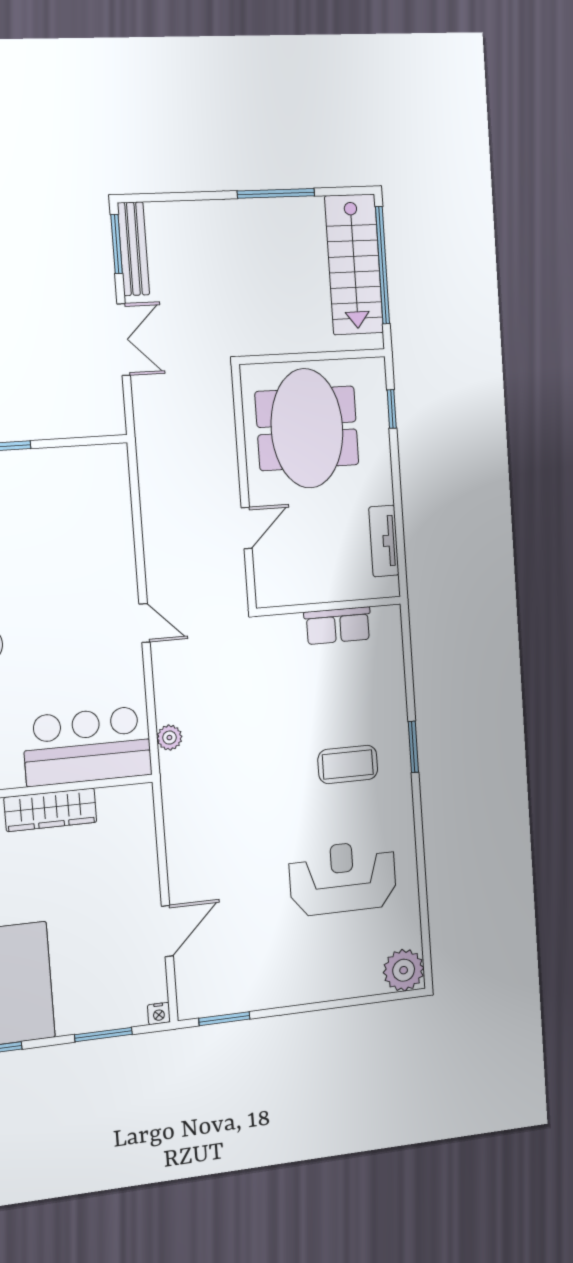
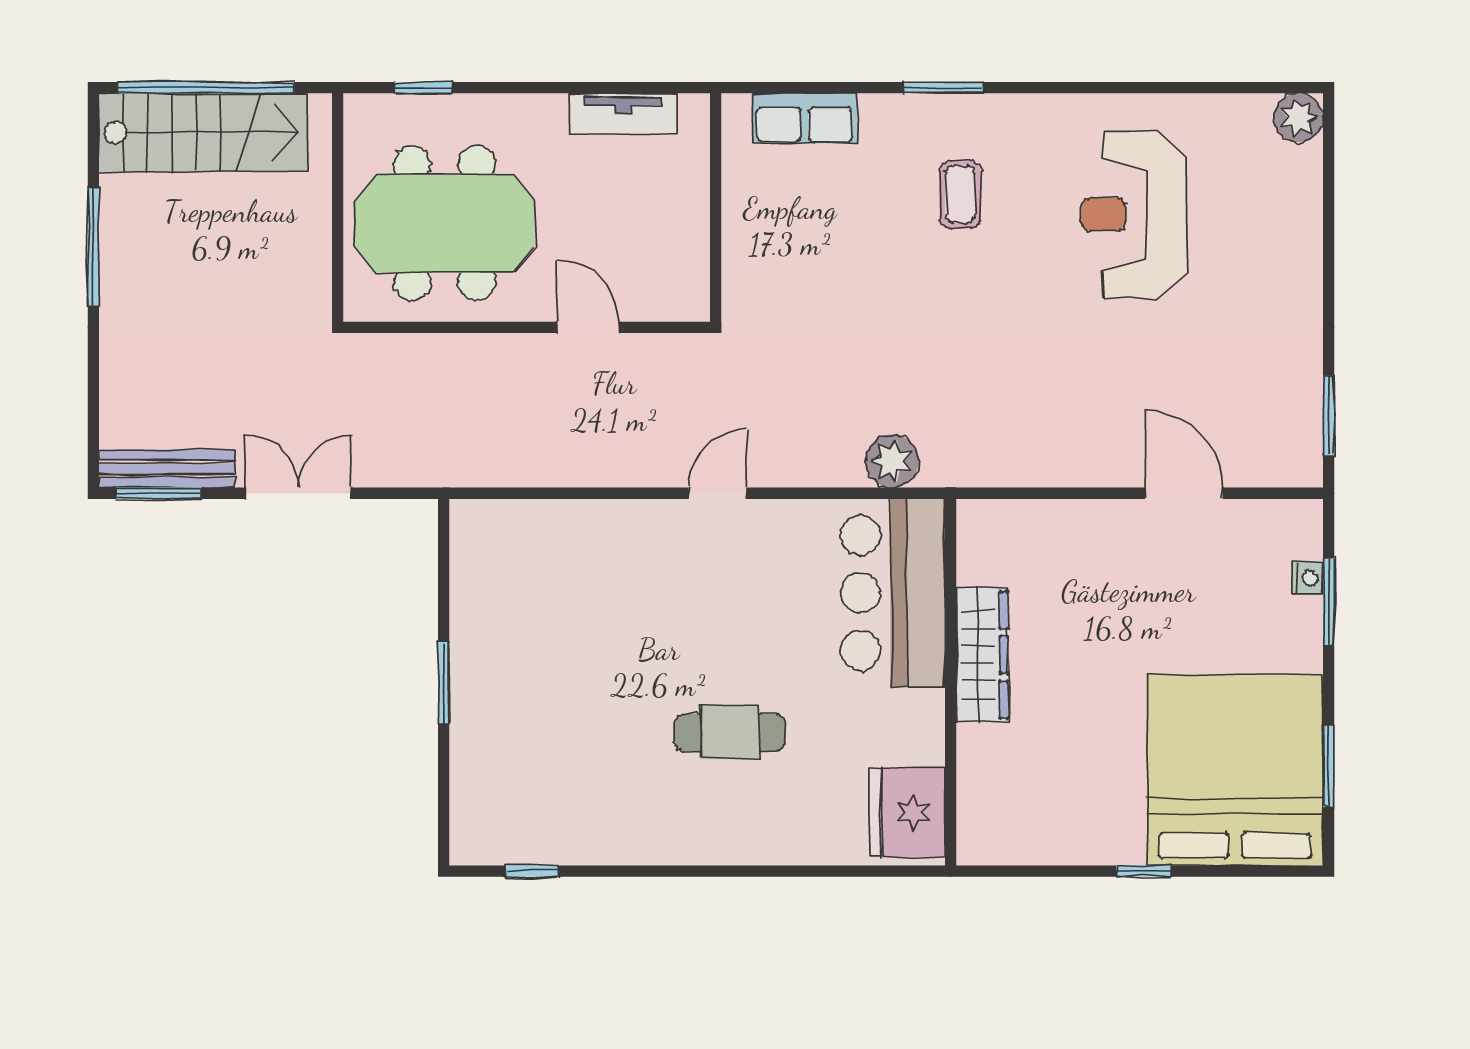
row of seats: (338, 626) -> (804, 118), moved, turned 90
plant: (169, 738) -> (892, 461), width x1.38, depth x1.38
coffee table: (348, 764) -> (960, 194), width x0.73, depth x0.77
plant: (404, 970) -> (1299, 118), width x0.73, depth x0.73
nightstand: (159, 1013) -> (1308, 578), moved

